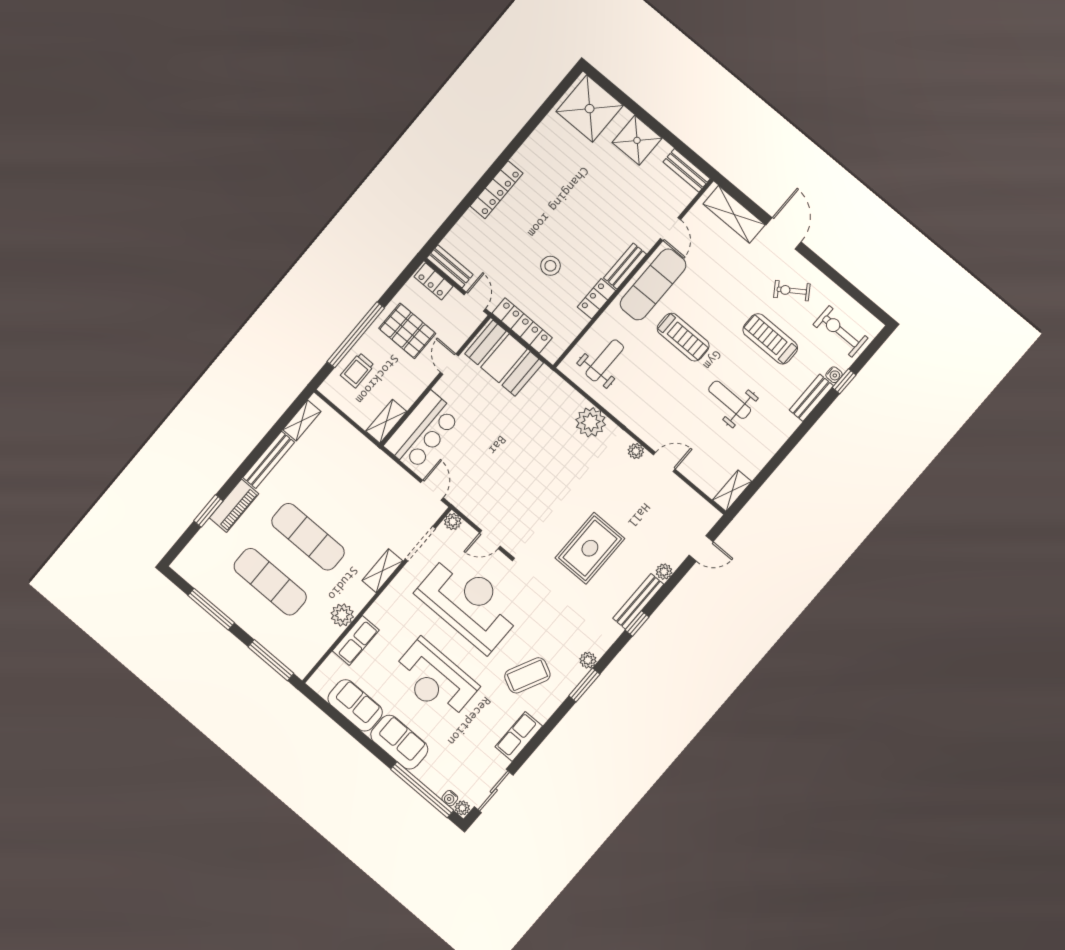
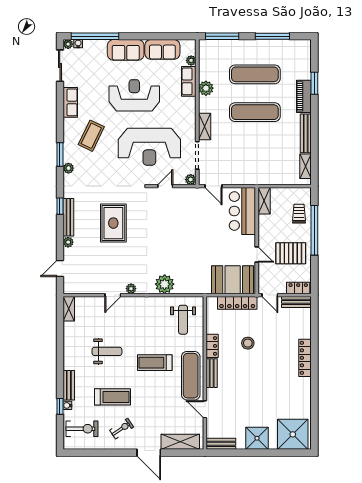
plant: (332, 663) -> (191, 60), added

